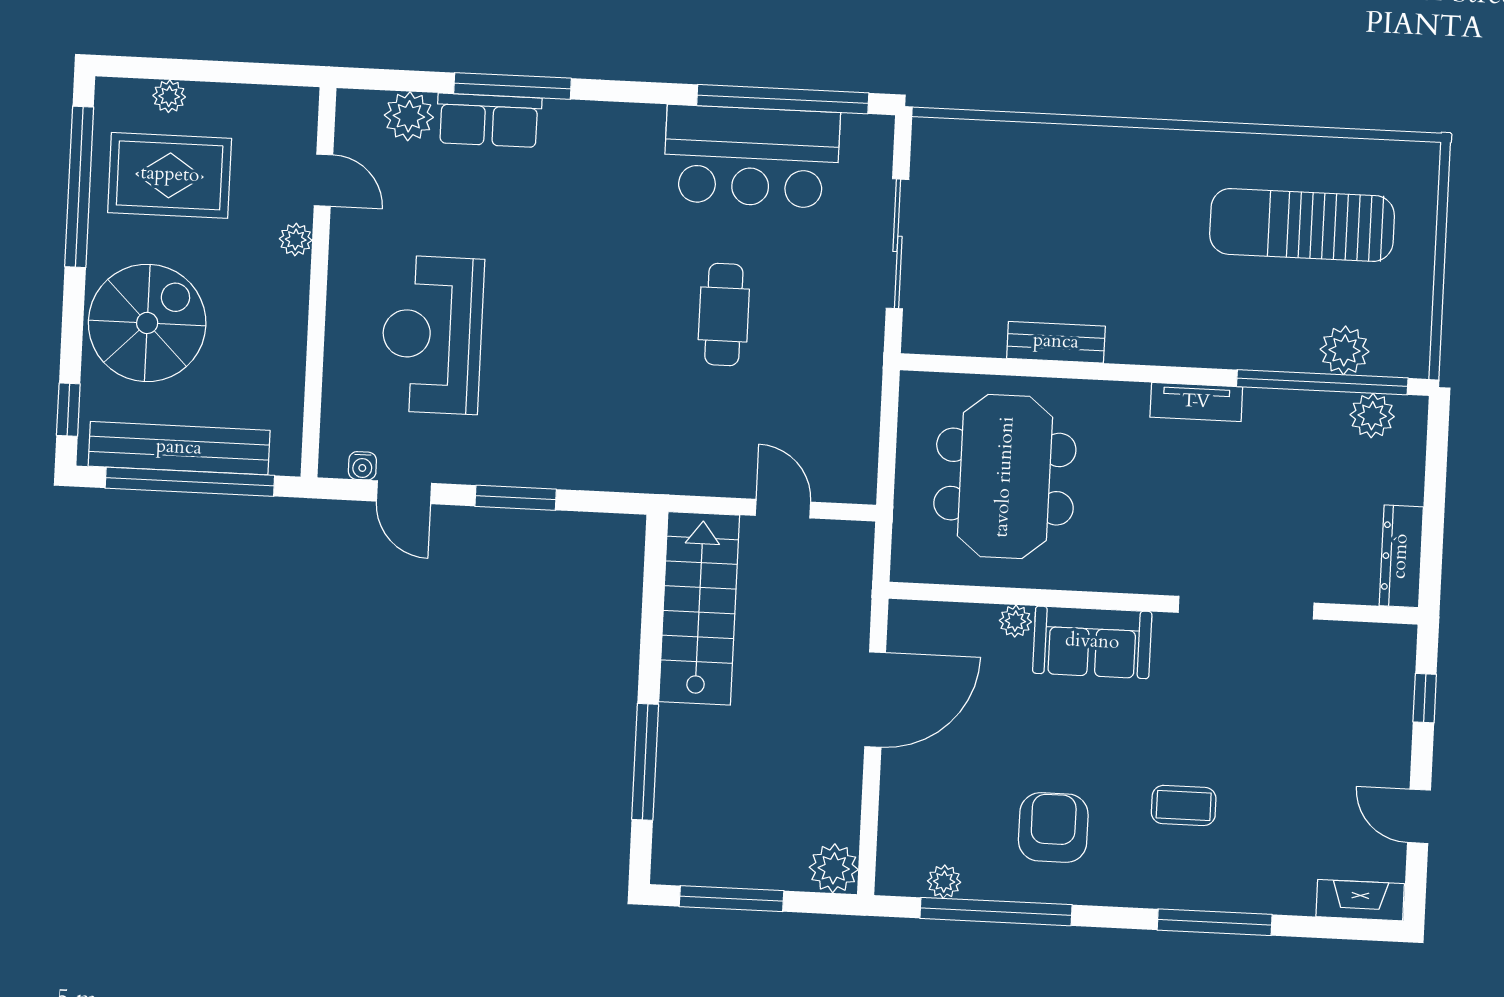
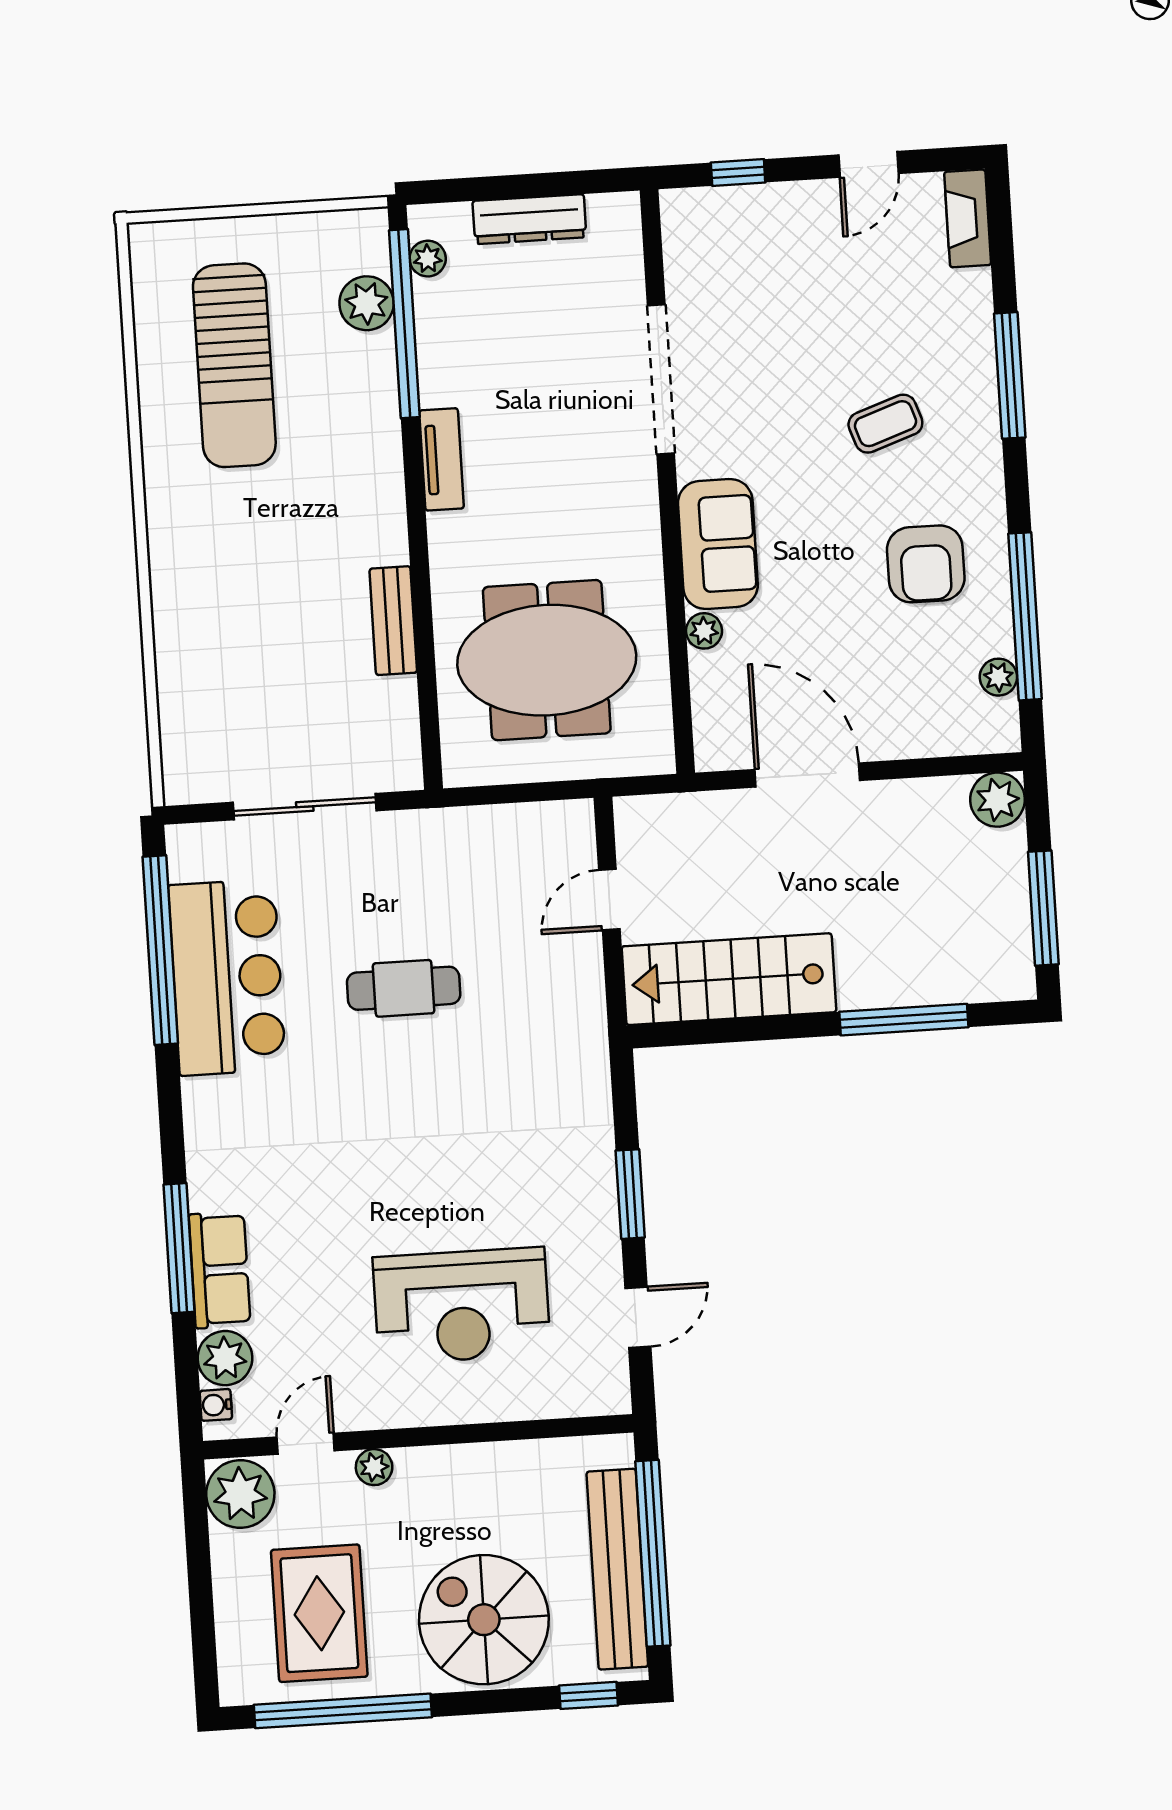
plant: (169, 96) -> (240, 1494), moved, width x1.88, depth x1.88
plant: (1372, 416) -> (428, 259), width x0.73, depth x0.73
water cooler: (362, 466) -> (216, 1405), moved, turned 180
dresser: (1401, 556) -> (529, 219), moved
coffee table: (1184, 805) -> (885, 424), turned 71
armchair: (1053, 828) -> (926, 564), turned -90

